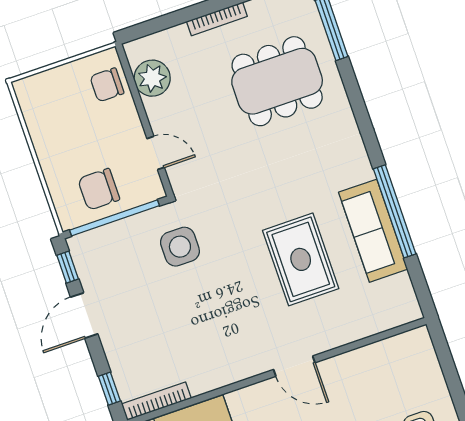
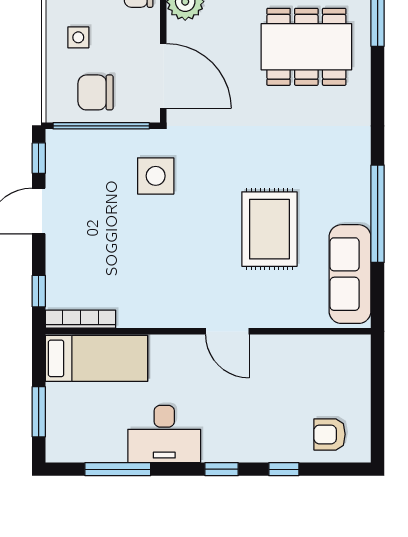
side table: (66, 144) -> (78, 37), added
door: (156, 153) -> (163, 76), width x1.88
sofa: (373, 231) -> (350, 274), moved

